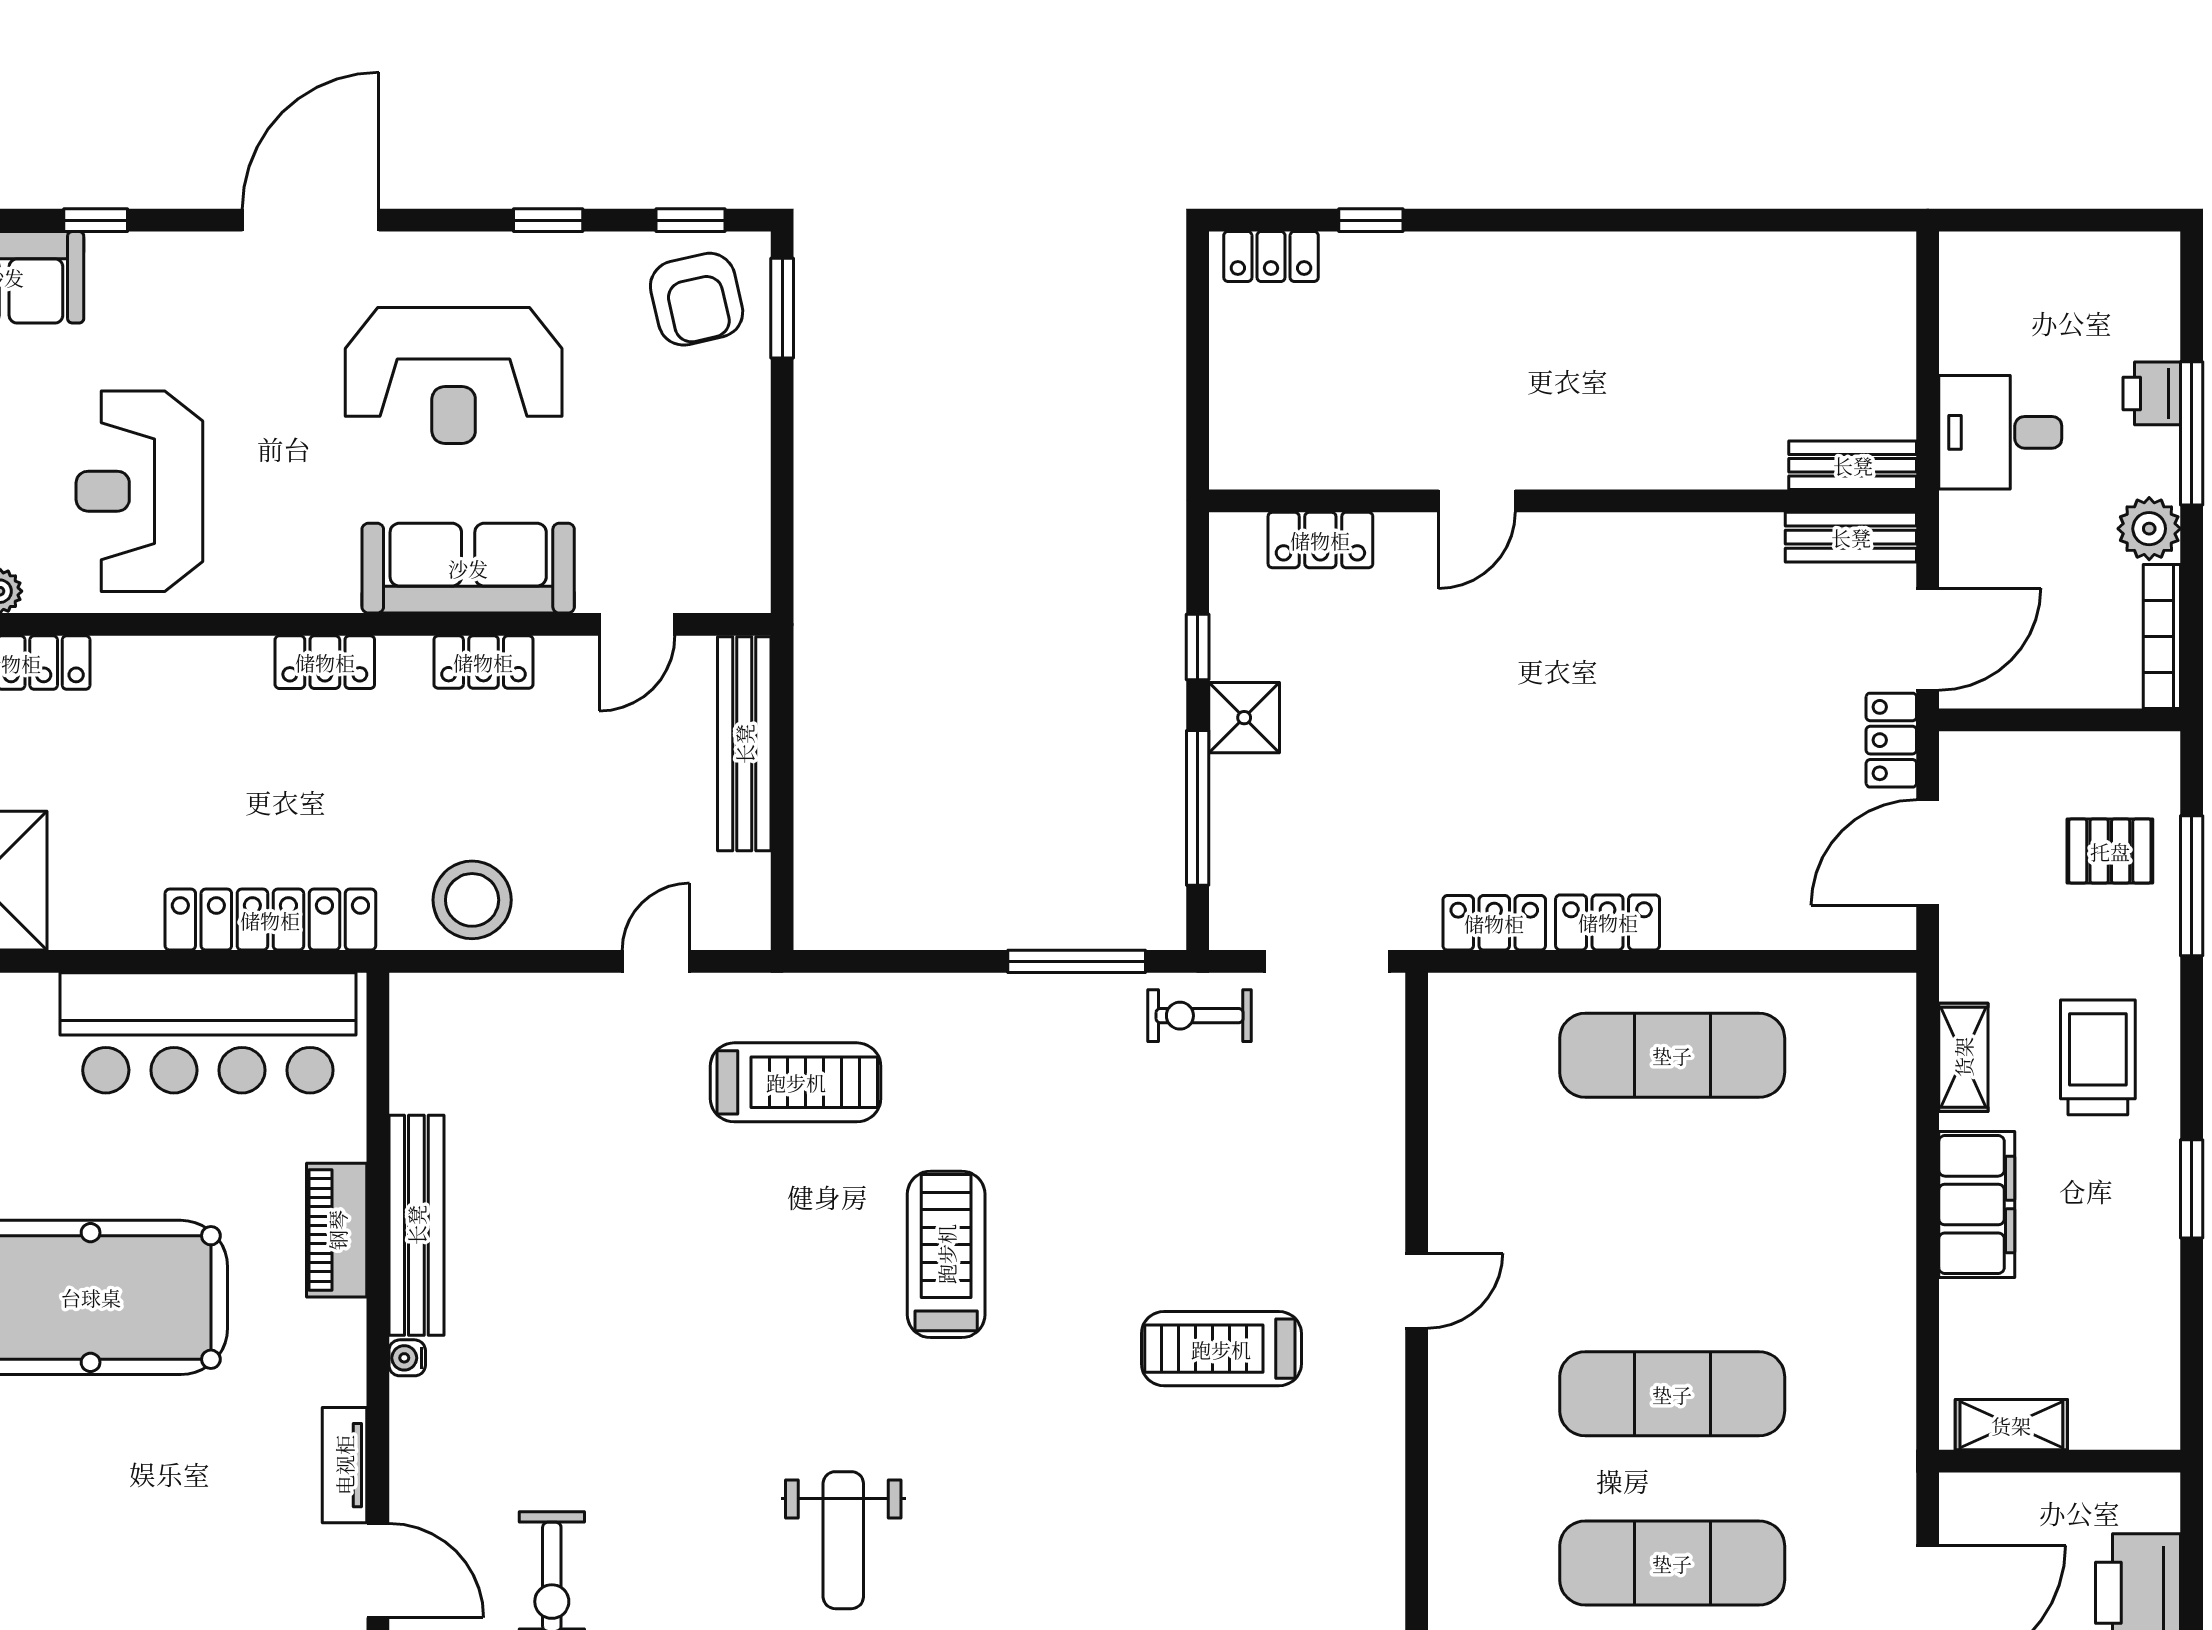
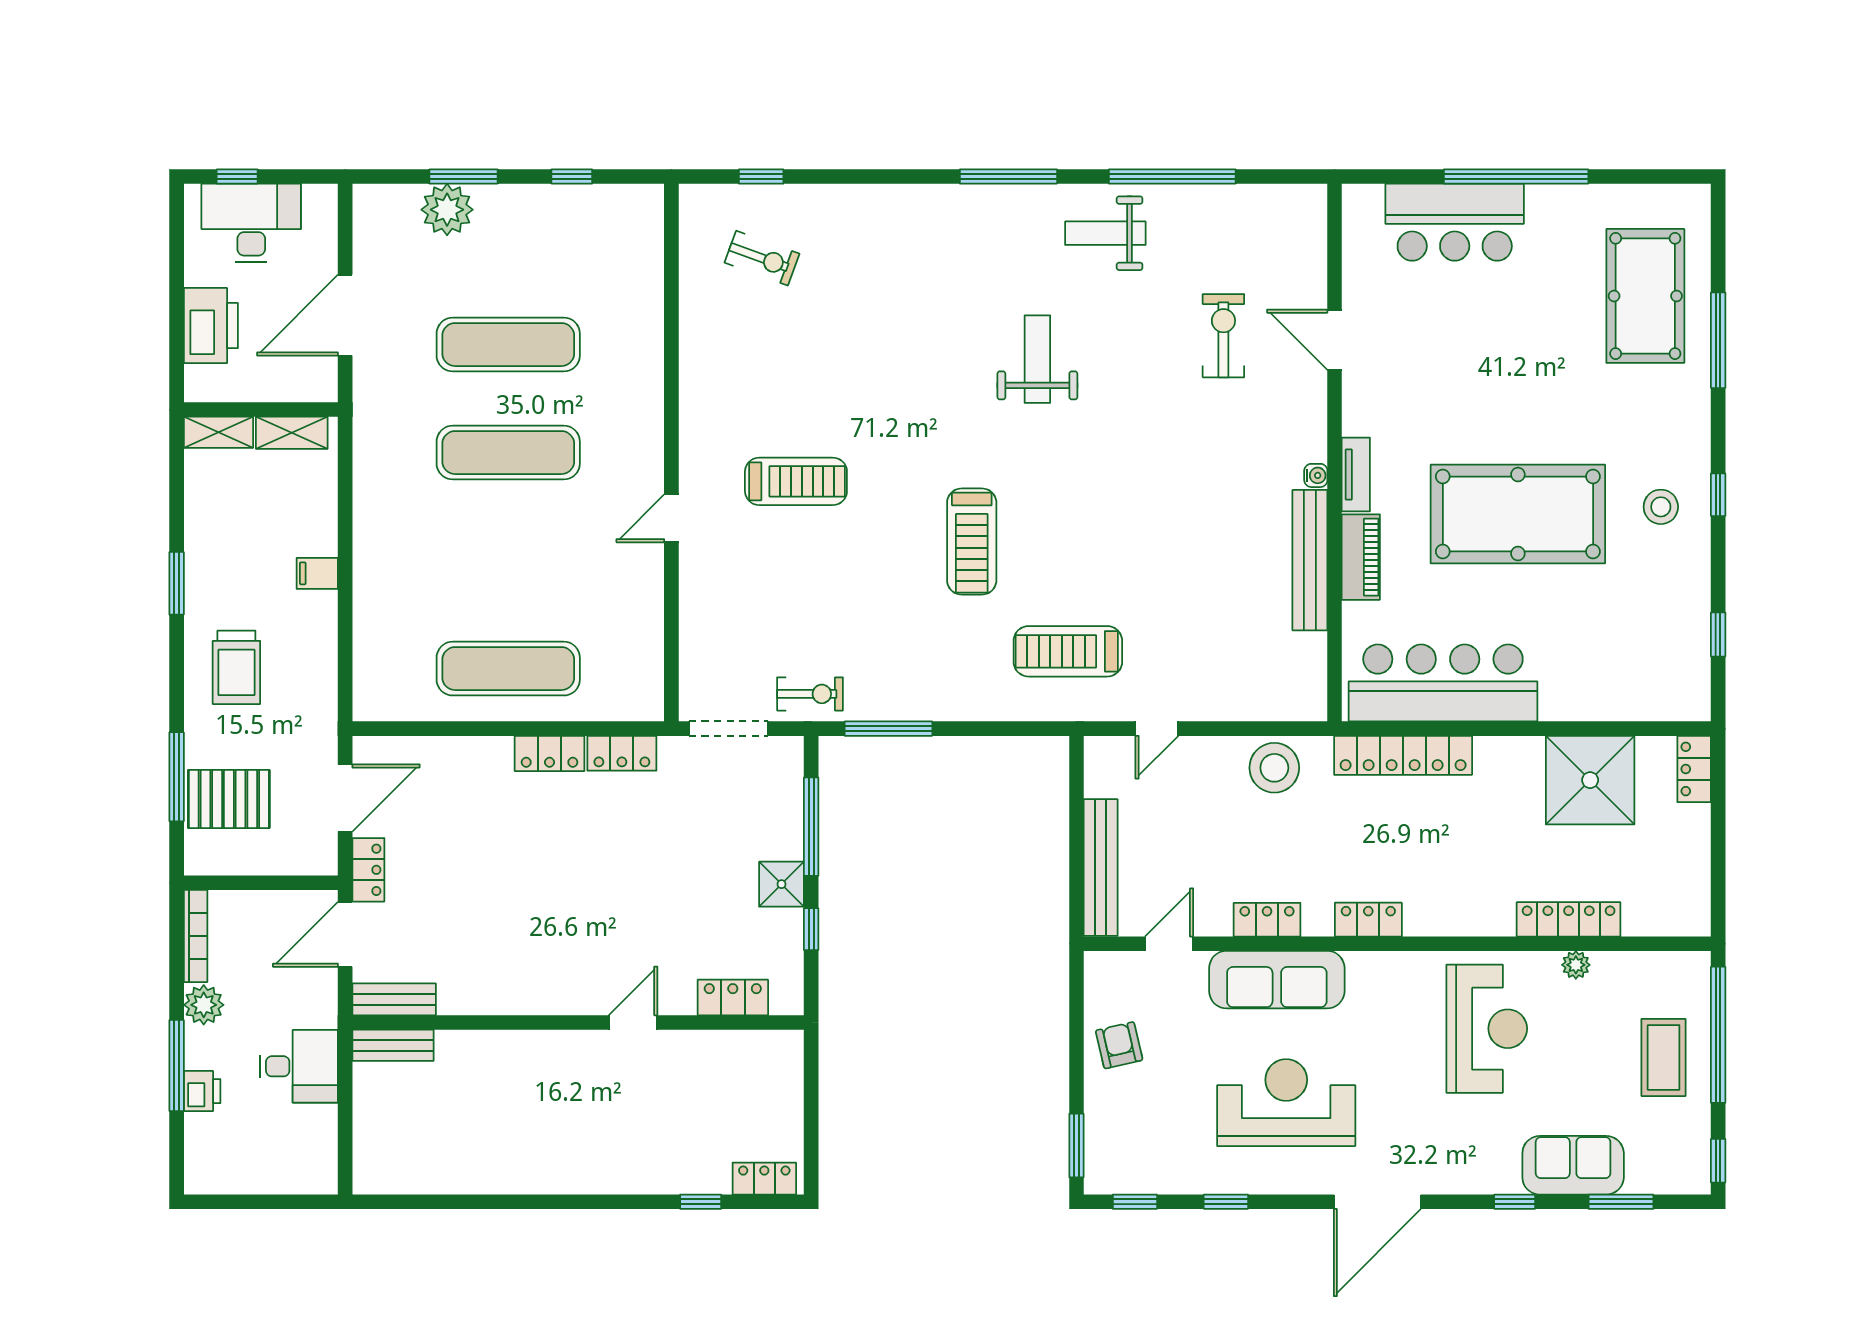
armchair: (697, 299) -> (1119, 1045), moved, width x0.72, depth x0.72
pallet: (2110, 851) -> (229, 799), width x1.50, depth x1.42
shelving: (1963, 1057) -> (218, 432), moved, turned 90
filing cabinet: (1977, 1205) -> (317, 573), width x0.33, depth x0.86
tv unit: (344, 1465) -> (1356, 474), moved

